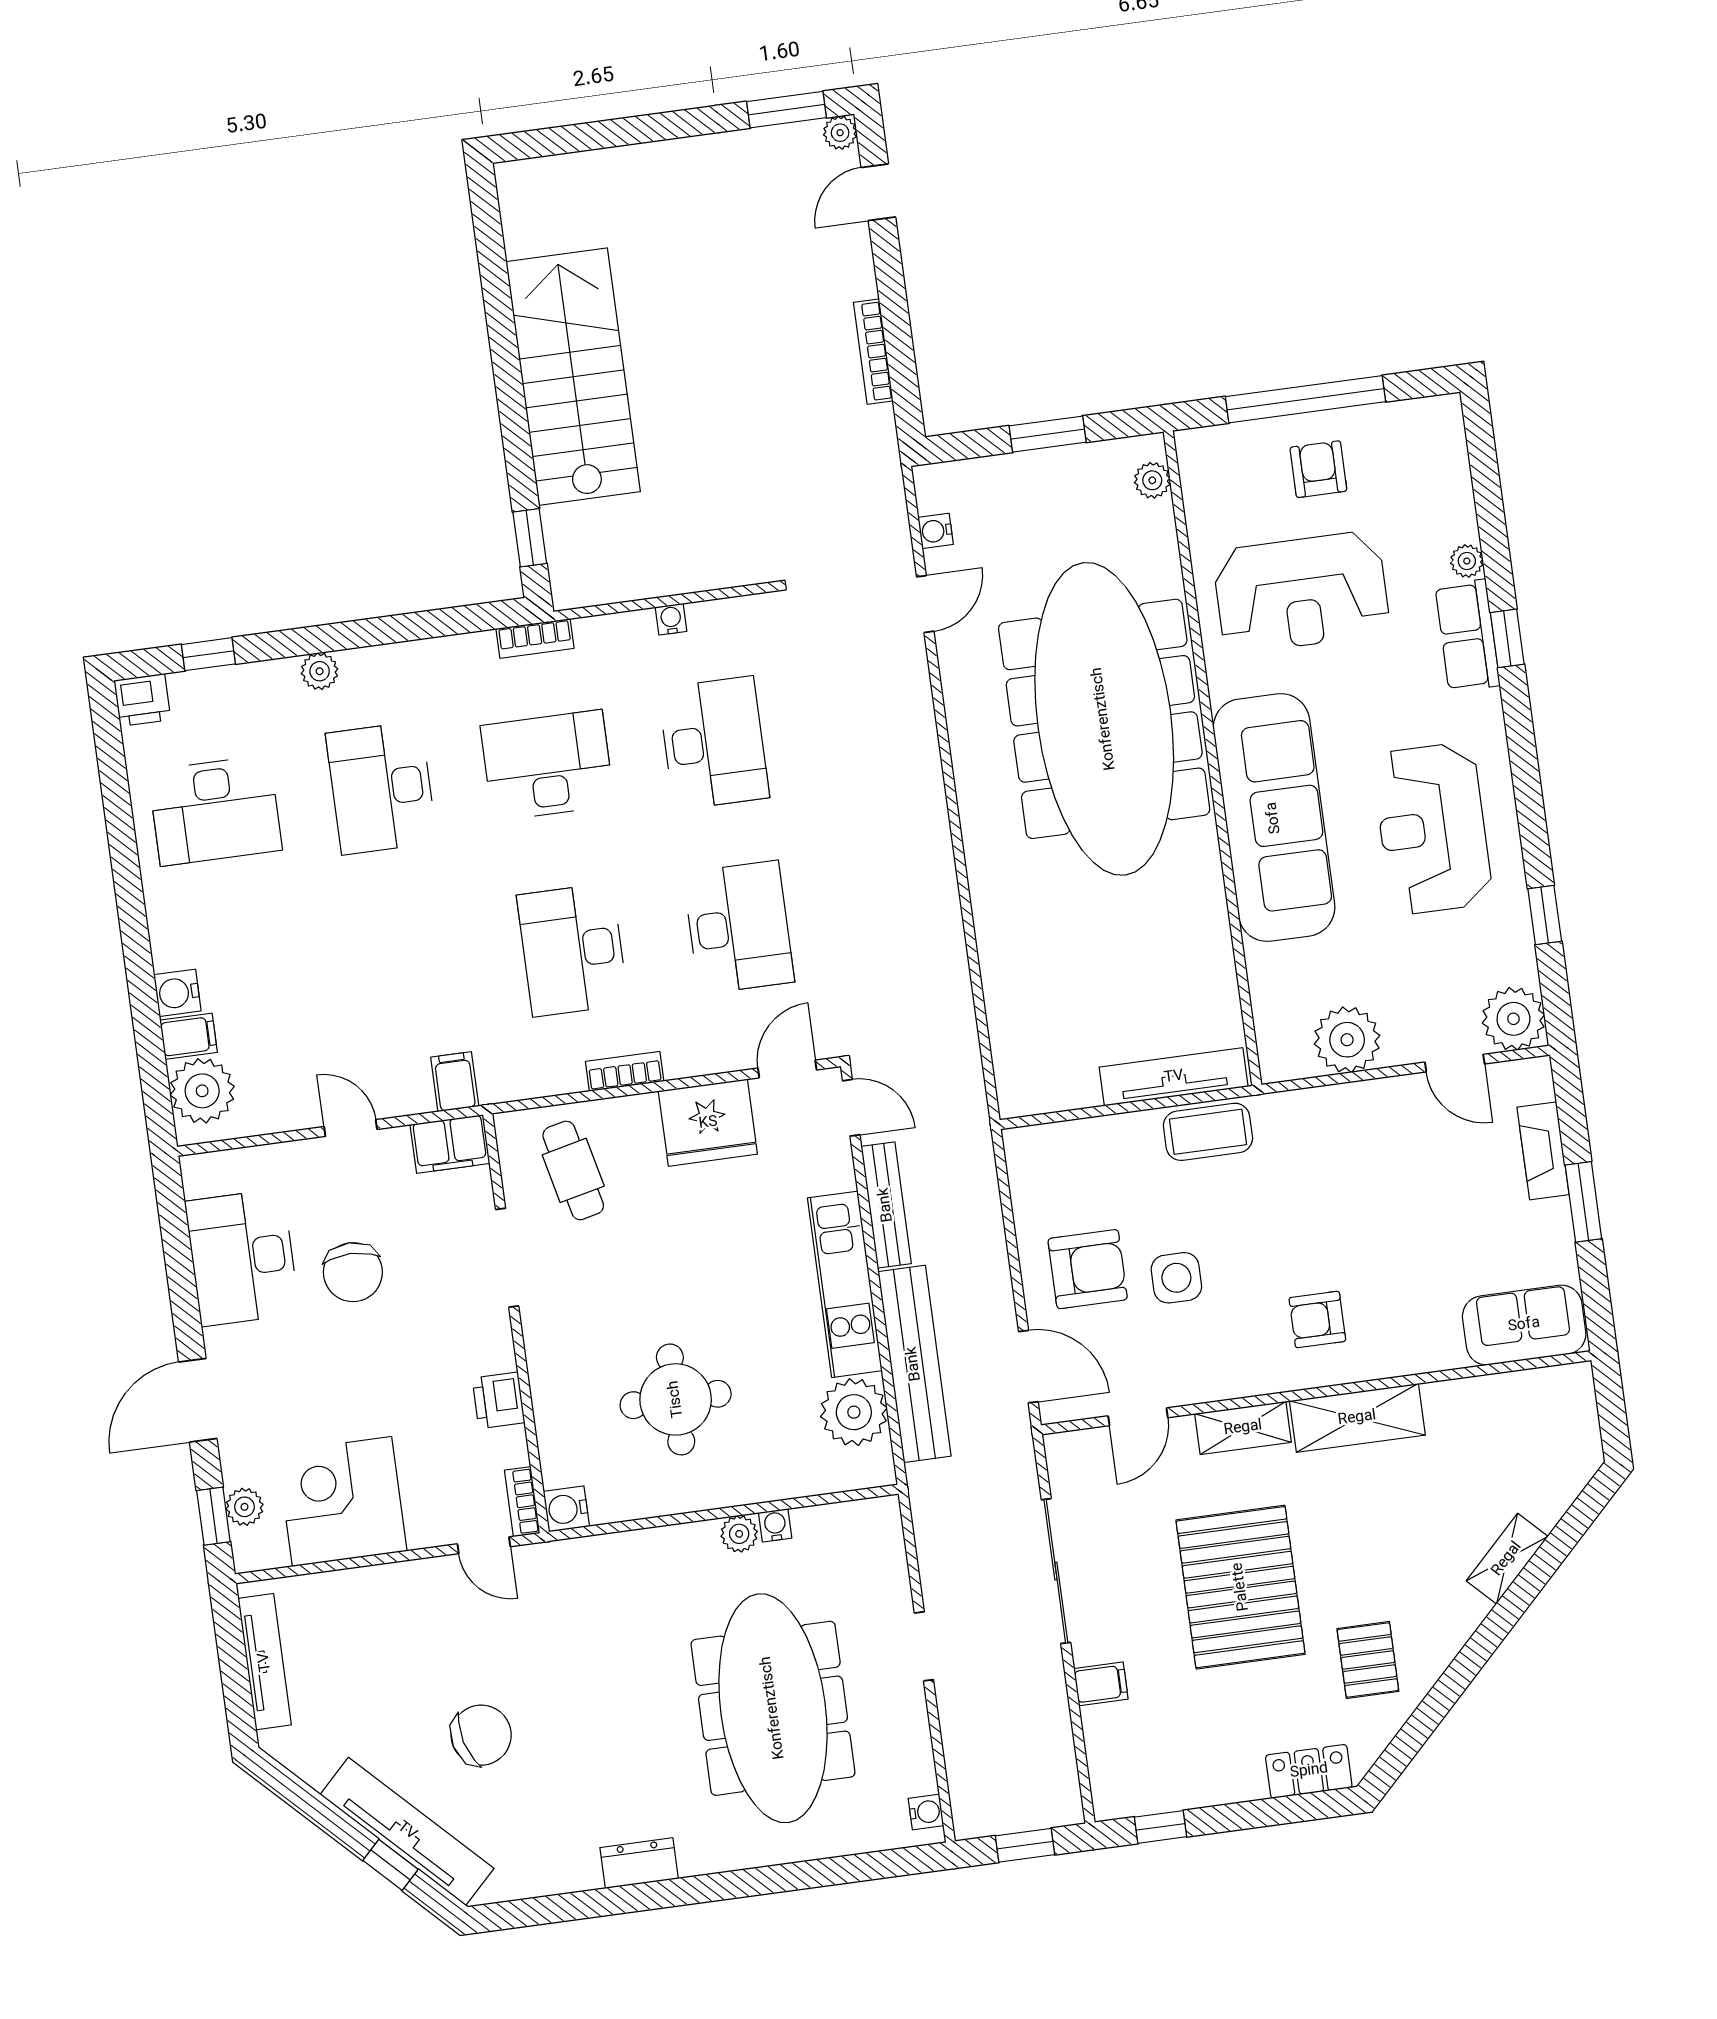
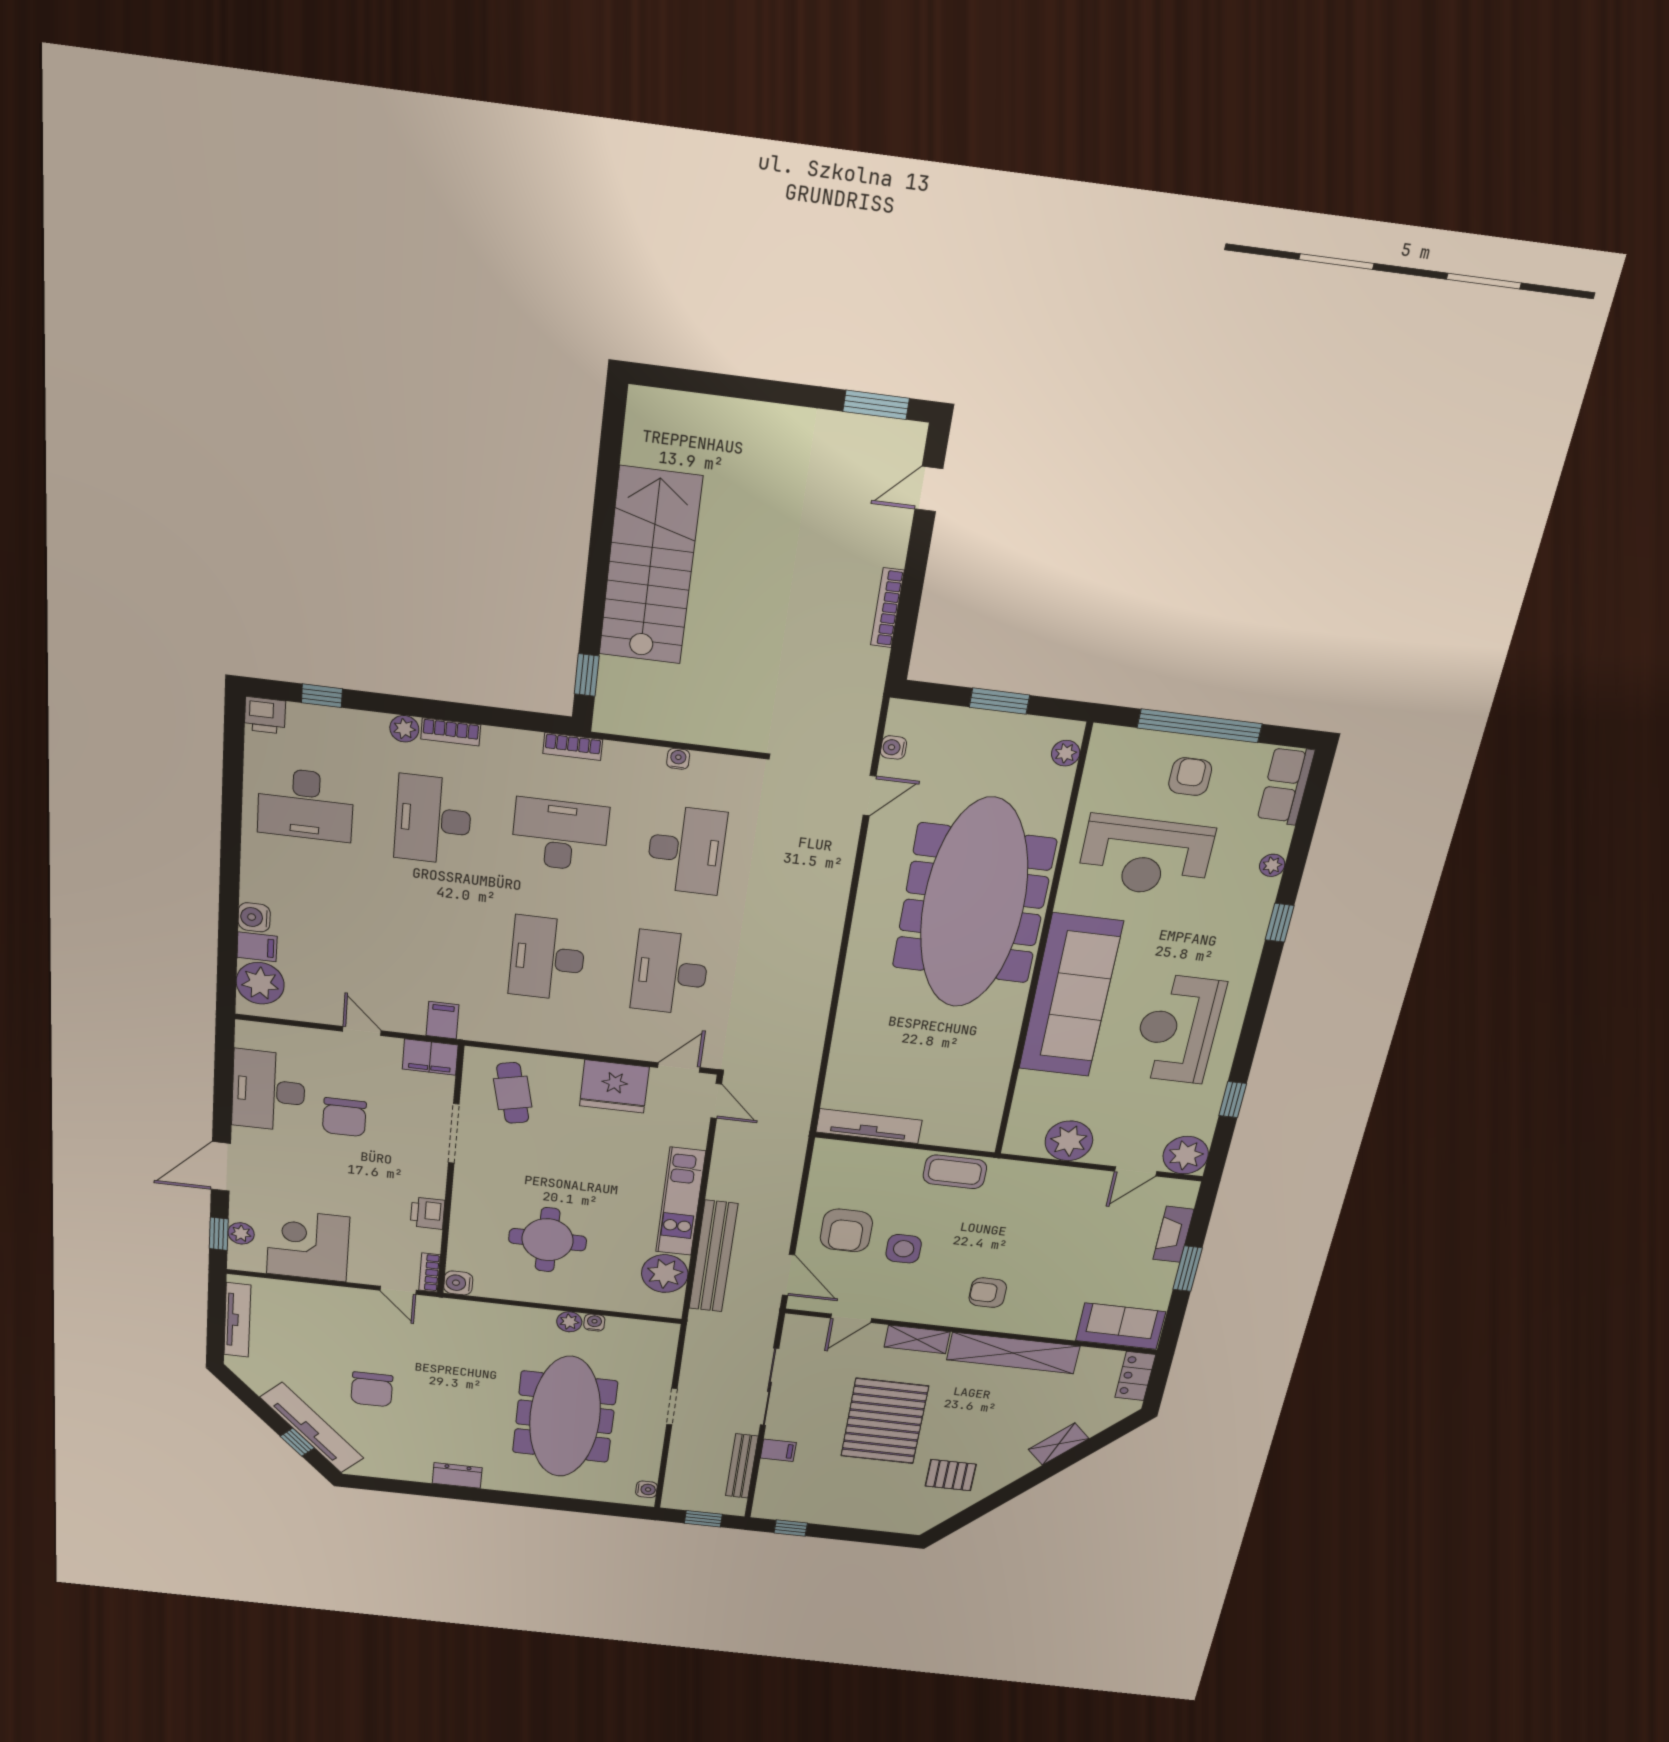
plant: (840, 133) -> (913, 434), removed
row of seats: (1467, 636) -> (1286, 786), moved
desk: (739, 927) -> (670, 973), turned 180
door: (1455, 1063) -> (1136, 1171), hinge flipped
bookcase: (625, 1071) -> (451, 732), moved, turned 180
tv unit: (1174, 1077) -> (869, 1126), moved
bench: (886, 1205) -> (742, 1466), moved
armchair: (1088, 1269) -> (846, 1230), turned 90
shelving: (1357, 1418) -> (1013, 1353), width x1.47
pallet: (1368, 1660) -> (951, 1475), turned 90
chair: (481, 1735) -> (372, 1389), turned 105
locker: (1309, 1771) -> (1135, 1376), moved, turned -90

